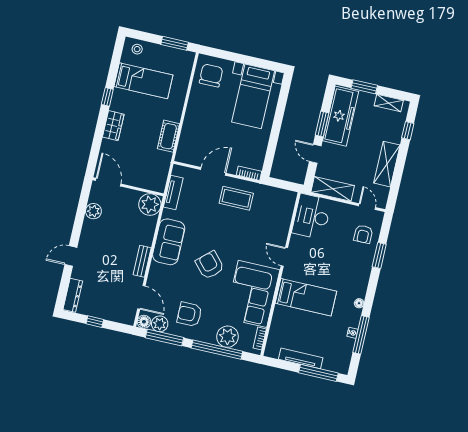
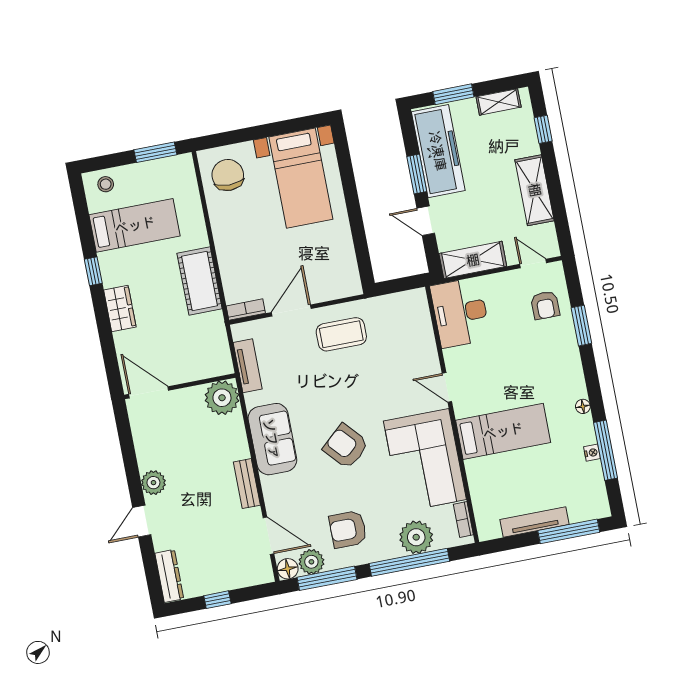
cot: (169, 136) -> (200, 281), width x1.37, depth x1.34
bookcase: (249, 173) -> (246, 310), moved
plant: (93, 211) -> (153, 483), moved

